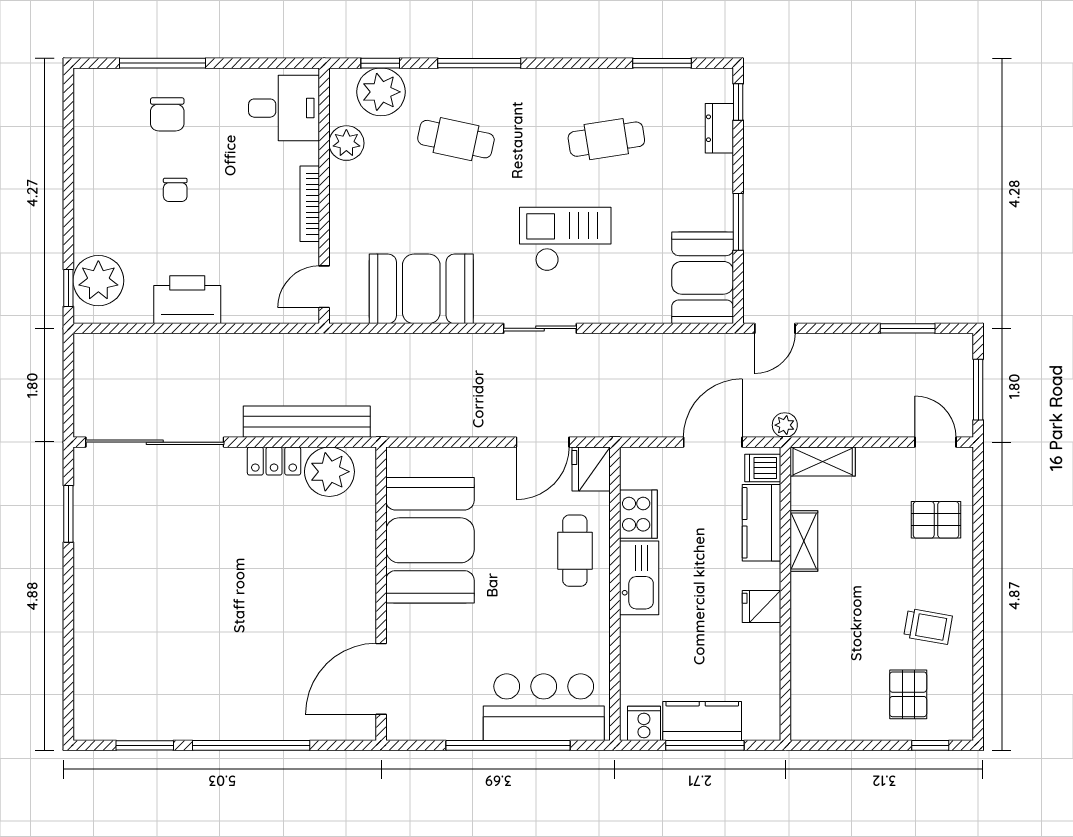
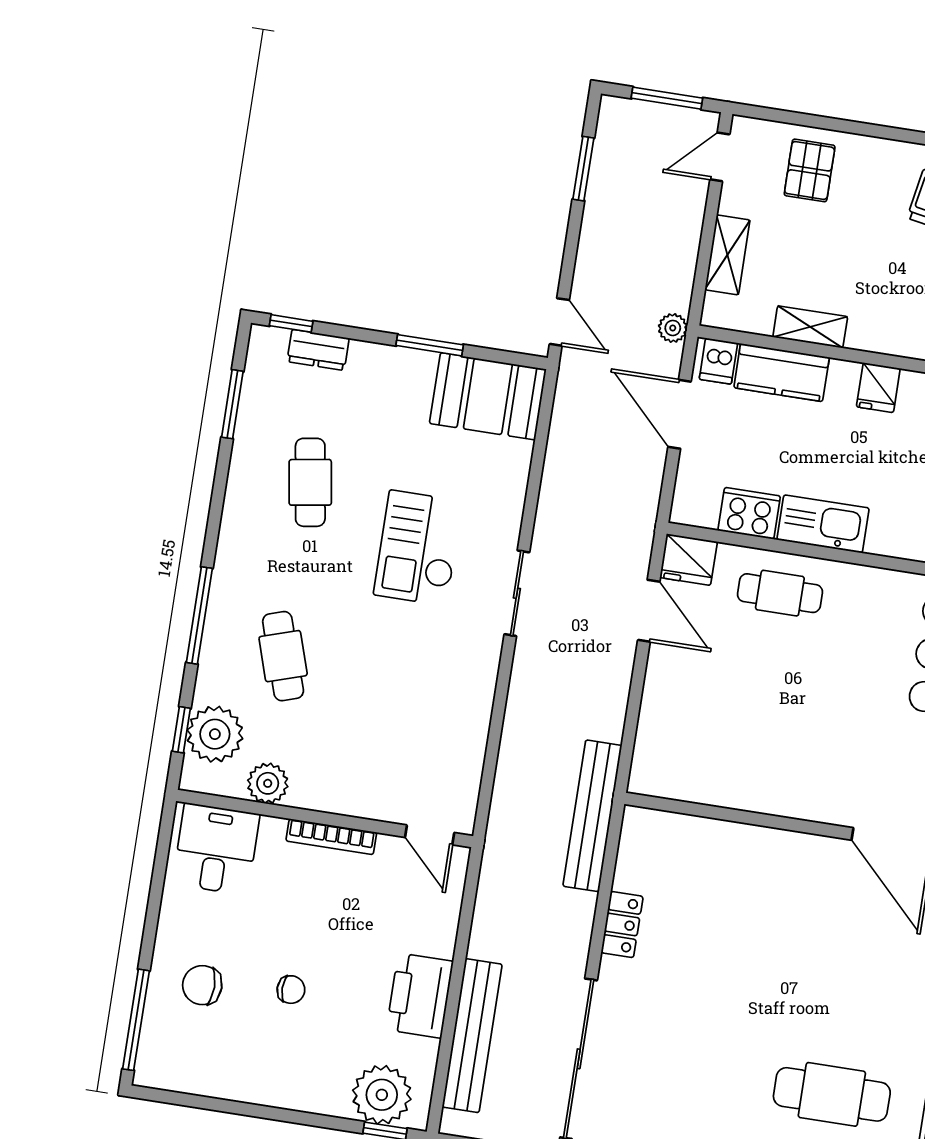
window: (163, 63) -> (136, 1020), moved
chair: (167, 114) -> (202, 985), turned 180
cafe table: (456, 139) -> (283, 656), turned -30
booth: (421, 289) -> (450, 723), removed
bench: (160, 349) -> (472, 1036), added
bench: (307, 422) -> (592, 816), moved
shelving: (823, 461) -> (727, 255), moved
plant: (329, 472) -> (644, 862), removed
booth: (430, 540) -> (742, 759), removed
cafe table: (158, 661) -> (832, 1094), added

